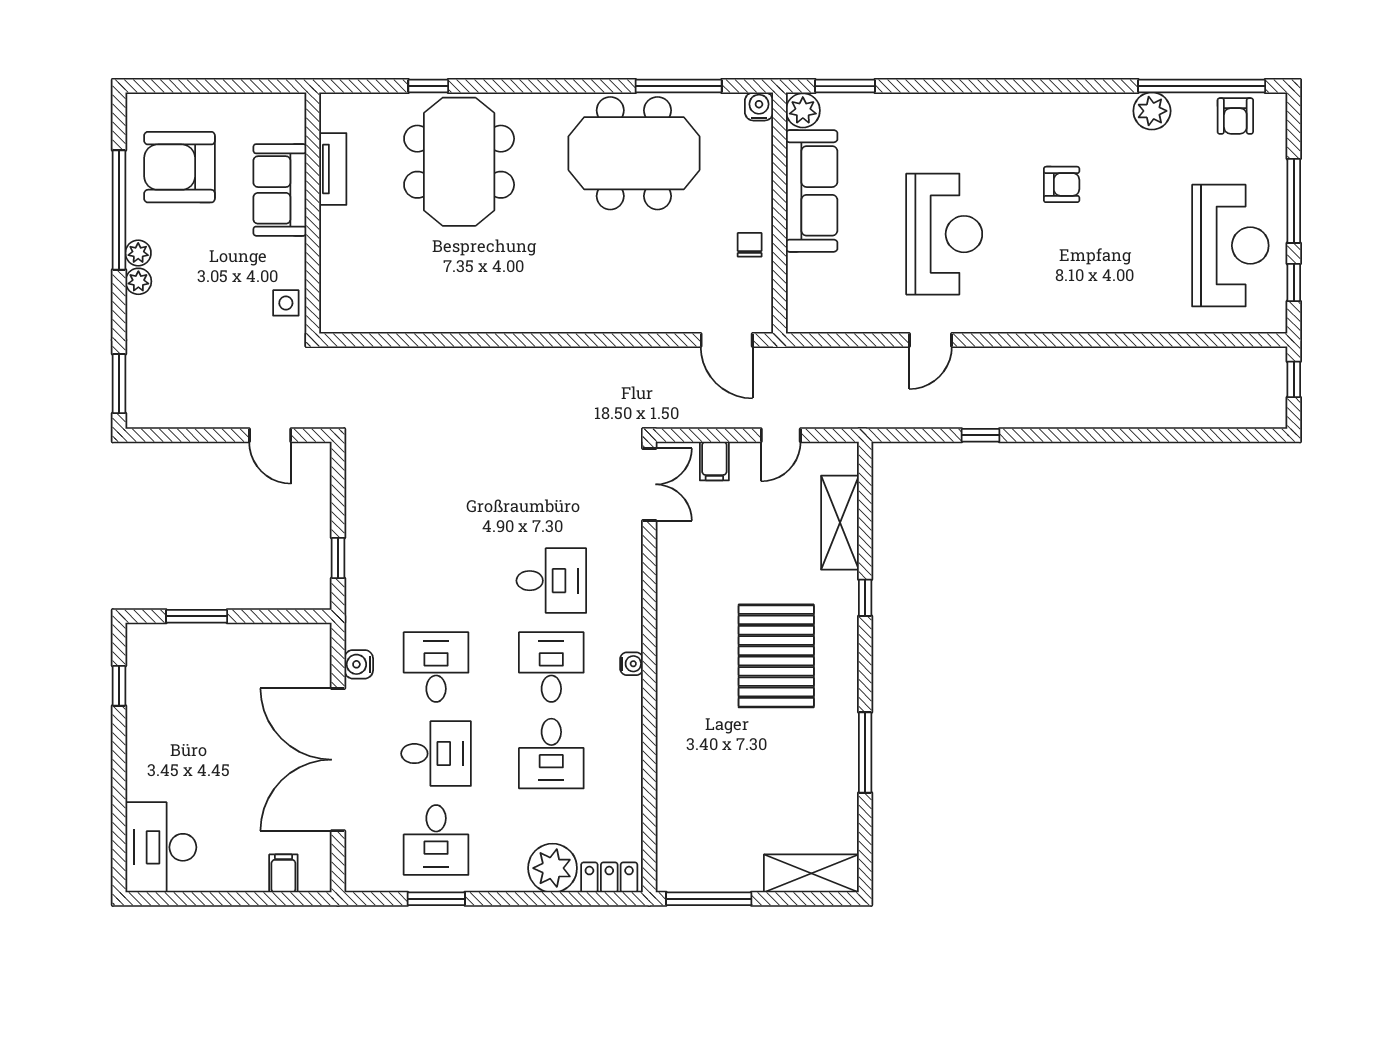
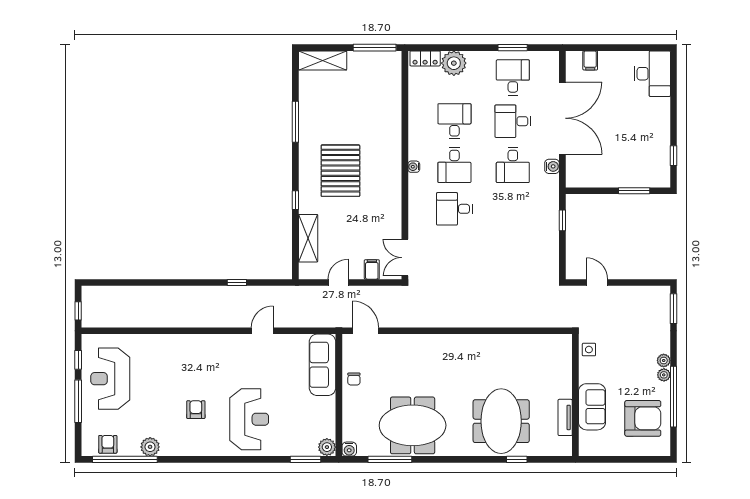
armchair: (1062, 184) -> (196, 410), turned 90
sofa: (812, 191) -> (322, 365), moved
reception desk: (944, 234) -> (249, 419), moved, turned 180

